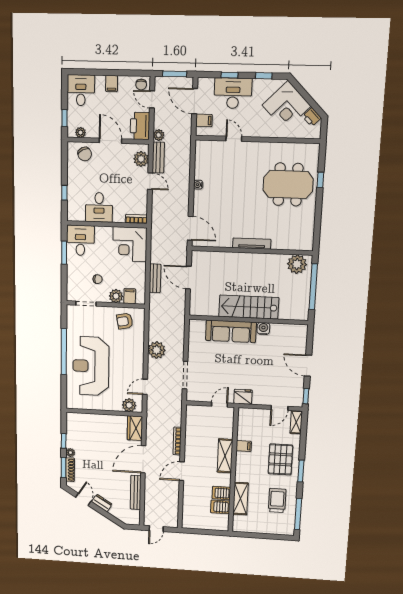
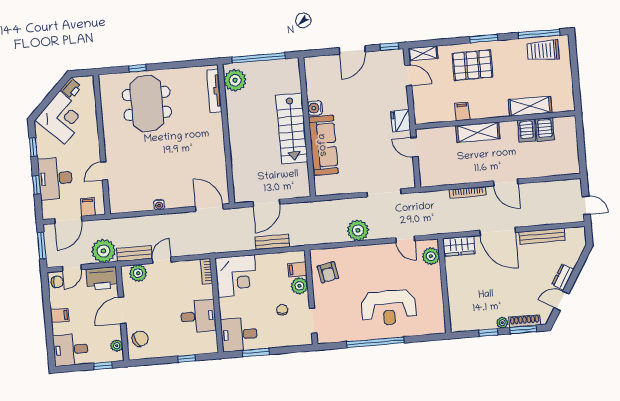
plant: (159, 135) -> (103, 251), width x1.88, depth x1.88
door: (190, 228) -> (209, 208), hinge flipped
tv unit: (252, 244) -> (214, 91), moved
reception desk: (91, 366) -> (389, 308), width x0.74, depth x0.77
trolley: (277, 501) -> (543, 50), moved

